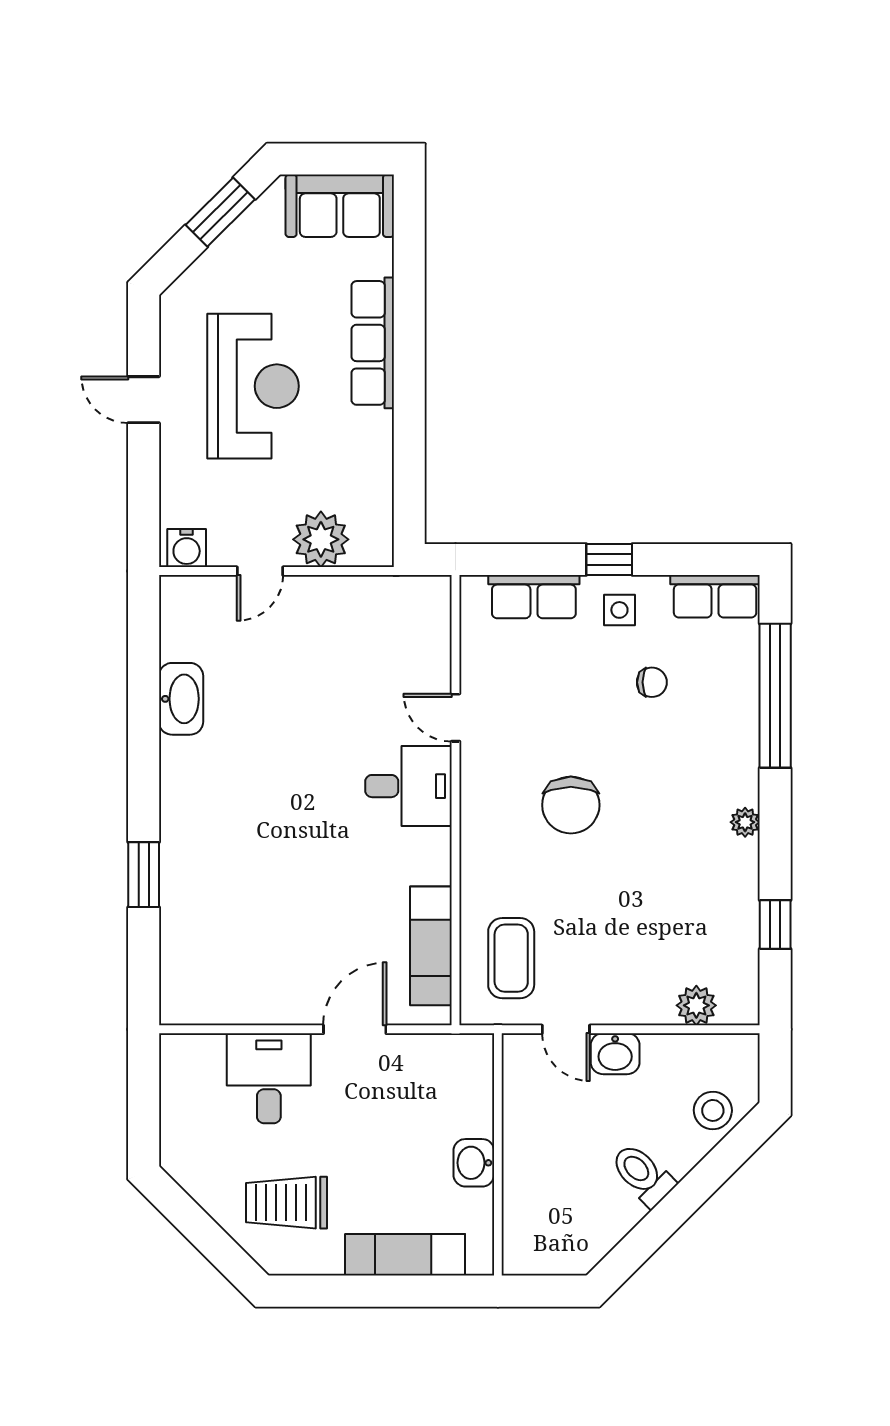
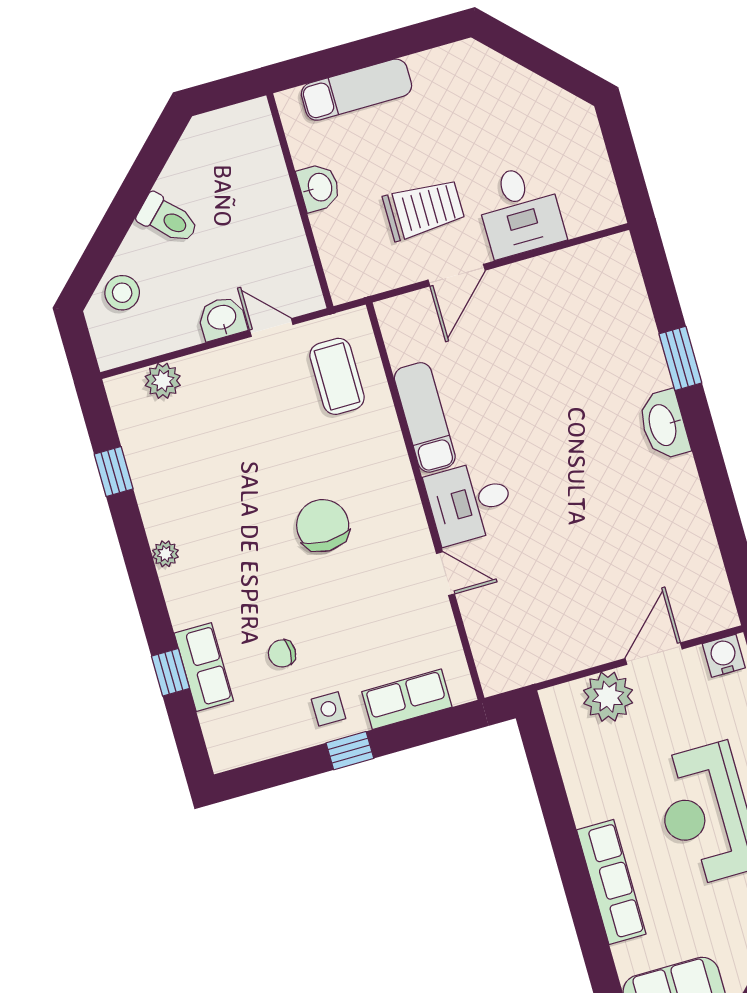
door: (260, 571) -> (654, 654), width x1.38
row of seats: (715, 596) -> (204, 667), moved, turned 90
window: (775, 696) -> (170, 672), width x0.32
washbasin: (181, 699) -> (664, 425), moved
exam couch: (431, 946) -> (425, 417), moved
trolley: (287, 1203) -> (424, 209), moved

